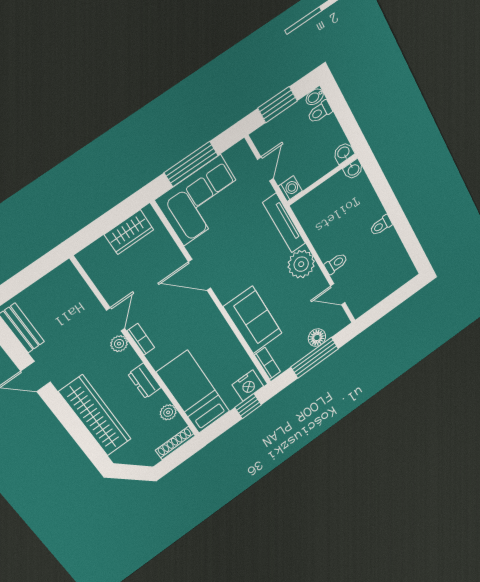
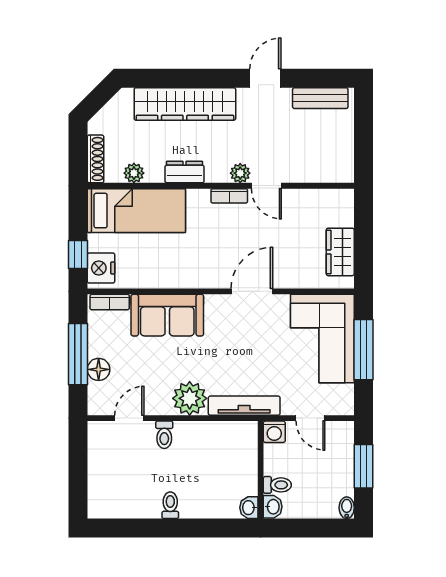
toilet: (320, 112) -> (277, 485), moved, turned 90

